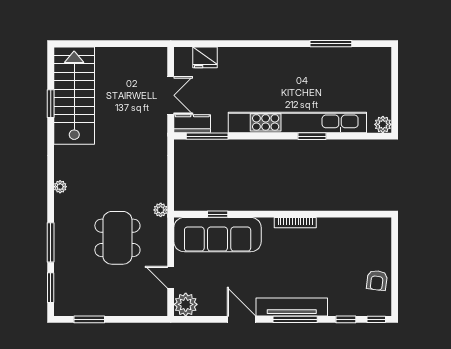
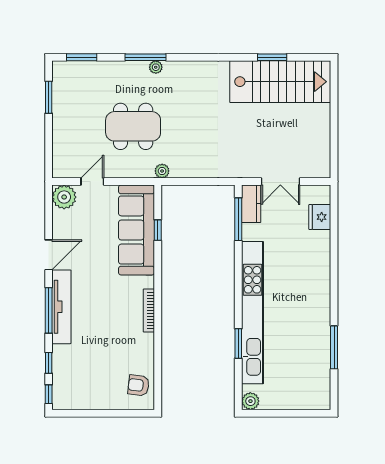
window: (312, 136) -> (238, 344), moved
plant: (60, 187) -> (156, 67), moved
window: (51, 242) -> (145, 57), moved
armchair: (377, 280) -> (139, 385), moved

